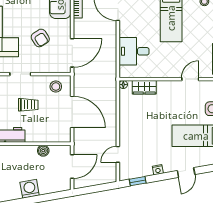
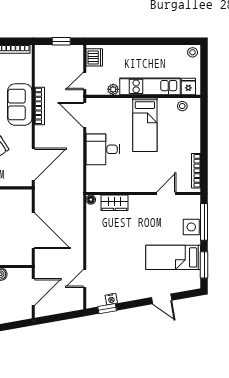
desk: (134, 51) -> (103, 149), moved
stool: (56, 87) -> (15, 202), removed
nightstand: (158, 170) -> (111, 299), moved
door: (186, 173) -> (162, 299), hinge flipped

